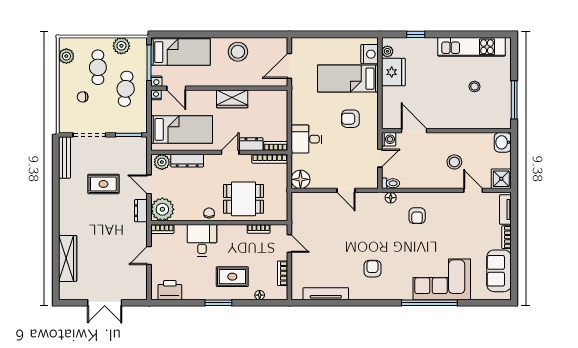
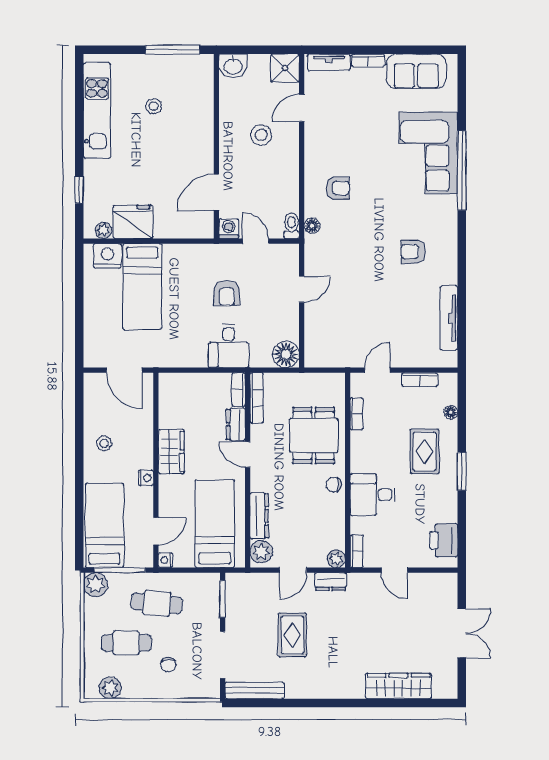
plant: (121, 46) -> (96, 585), moved
stool: (238, 52) -> (104, 443), width x0.53, depth x0.53
nightstand: (156, 81) -> (146, 478), moved
armchair: (350, 119) -> (227, 293), moved
plant: (162, 209) -> (336, 559), width x0.53, depth x0.53

